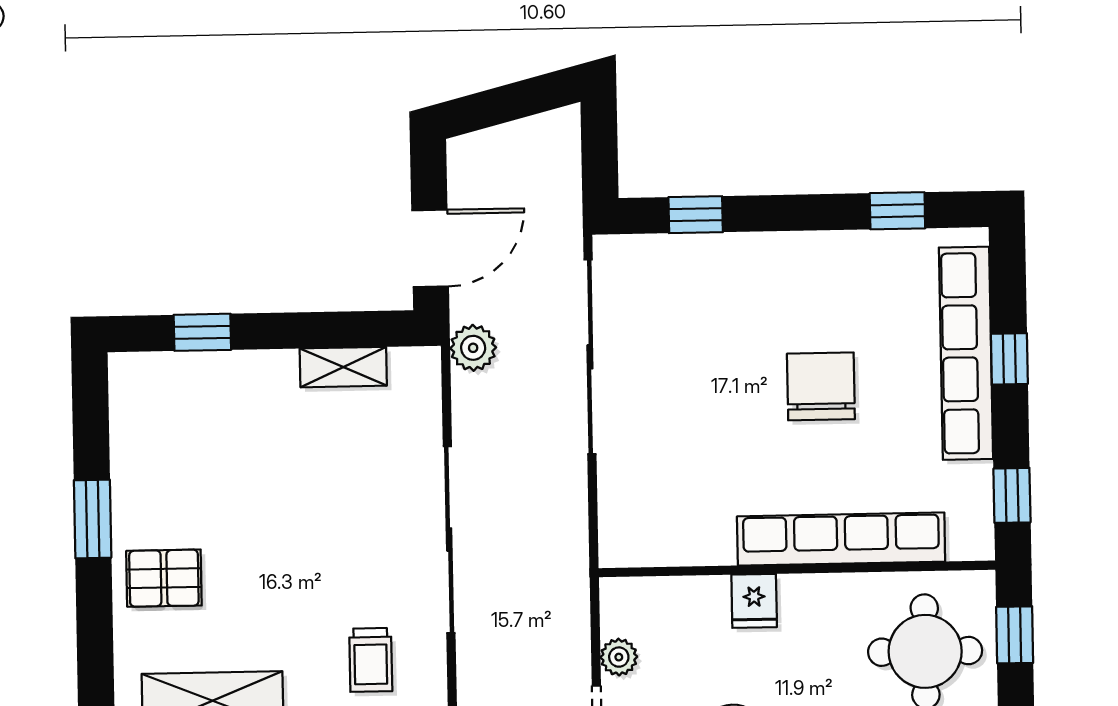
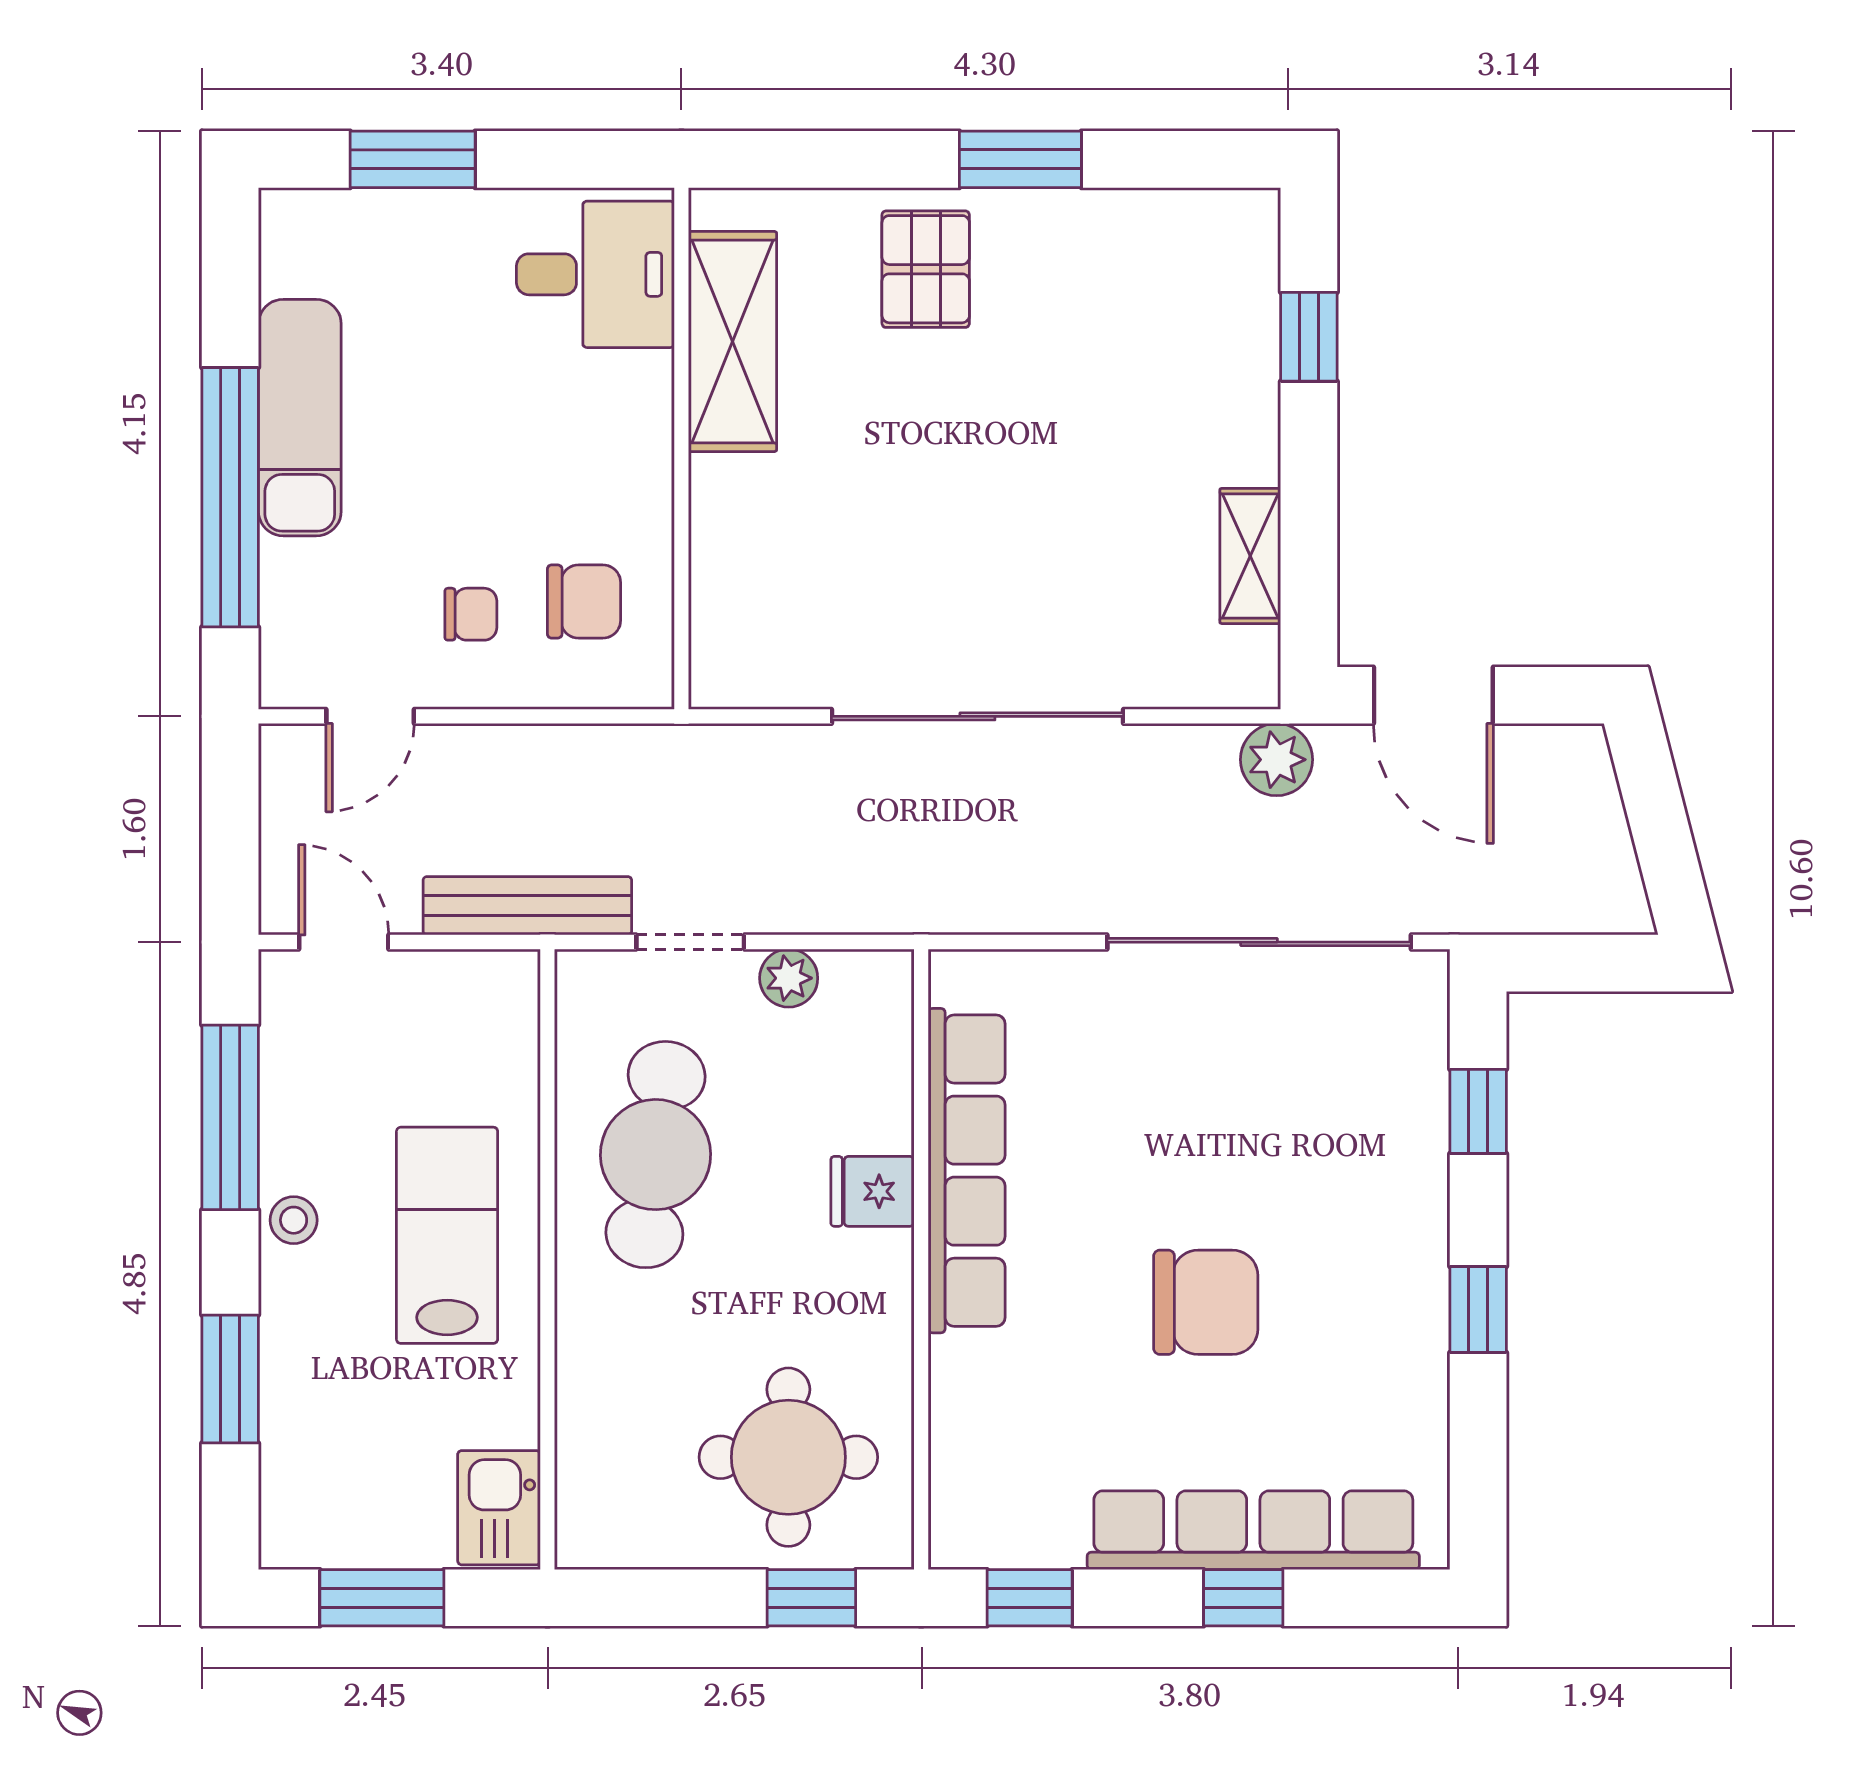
window: (897, 211) -> (1478, 1309), moved
row of seats: (841, 539) -> (967, 1171), moved
trolley: (371, 660) -> (792, 590), removed

